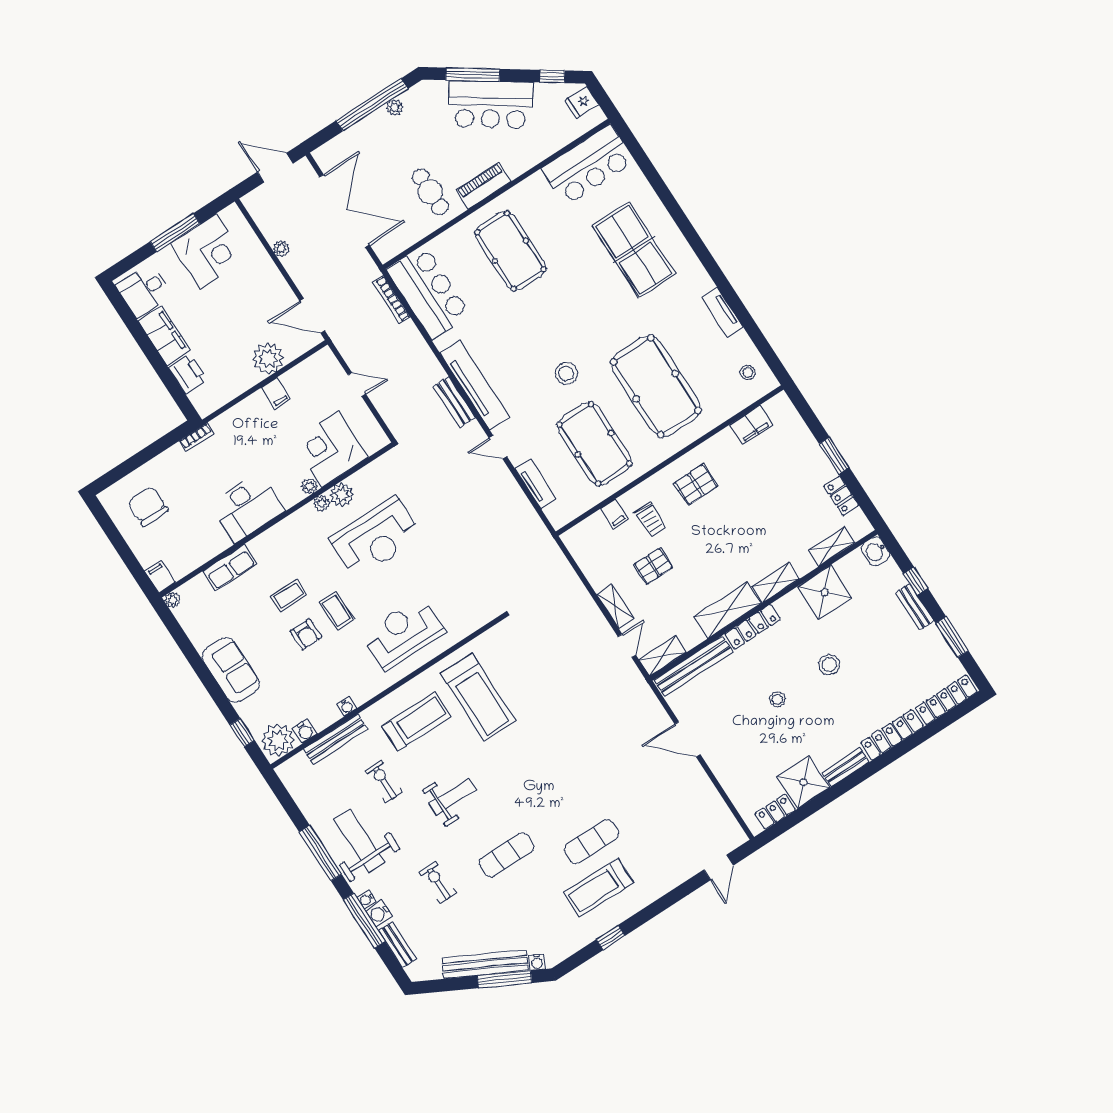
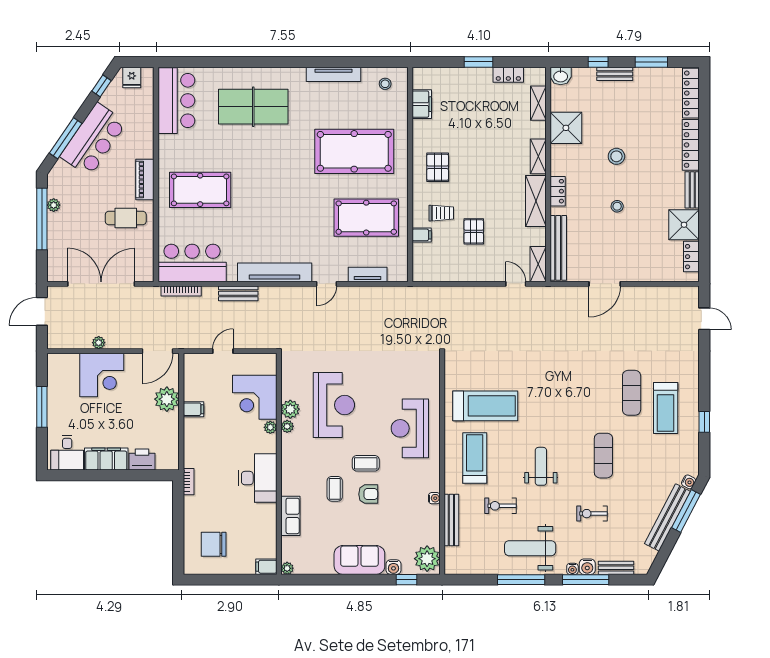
corner desk: (208, 251) -> (102, 375), moved, turned 90
tv unit: (722, 312) -> (334, 74), width x1.41
stool: (566, 373) -> (307, 206), removed
bench: (454, 402) -> (238, 293), moved
shelving: (615, 607) -> (484, 275), removed
locker: (753, 627) -> (558, 191), width x0.66
water cooler: (305, 731) -> (393, 567), moved, turned 90

